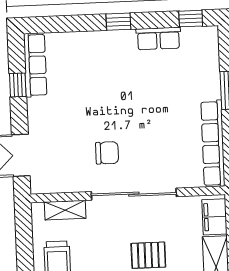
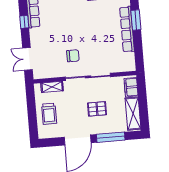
row of seats: (213, 143) -> (127, 29), moved

